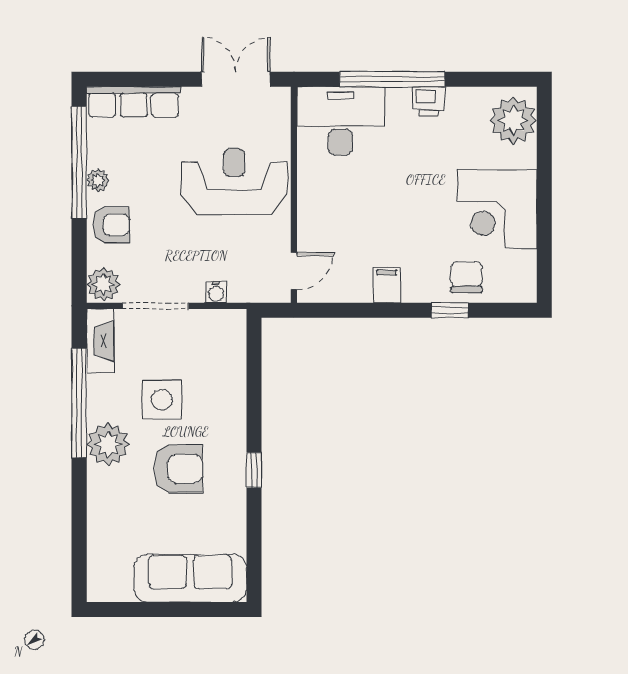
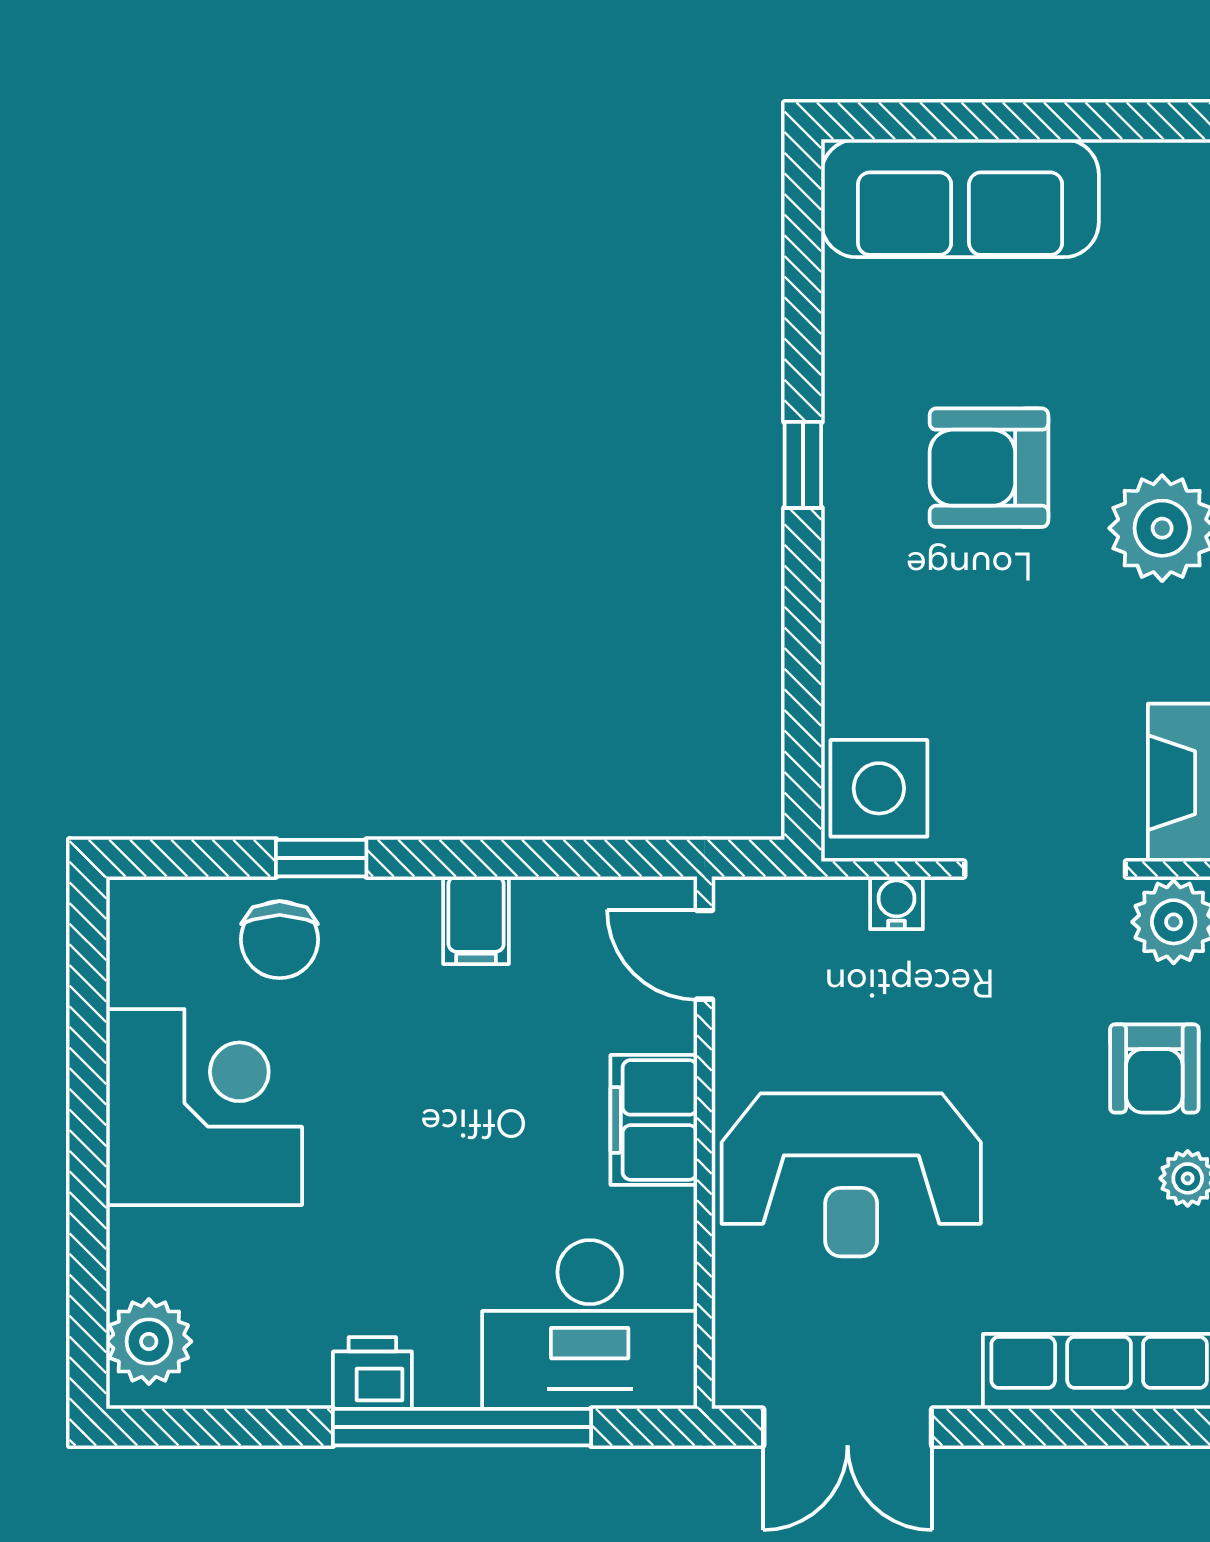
plant: (513, 120) -> (149, 1341), width x0.73, depth x0.73
filing cabinet: (314, 204) -> (654, 1120), added
armchair: (111, 225) -> (1154, 1068), turned -90
door: (294, 271) -> (704, 955), hinge flipped
side table: (162, 400) -> (879, 788), moved

